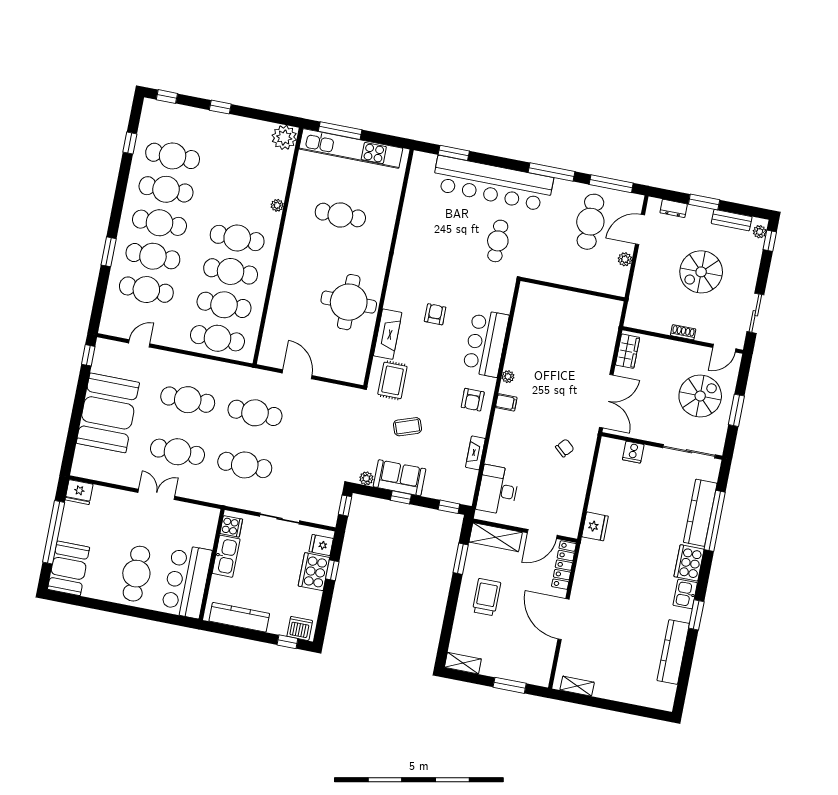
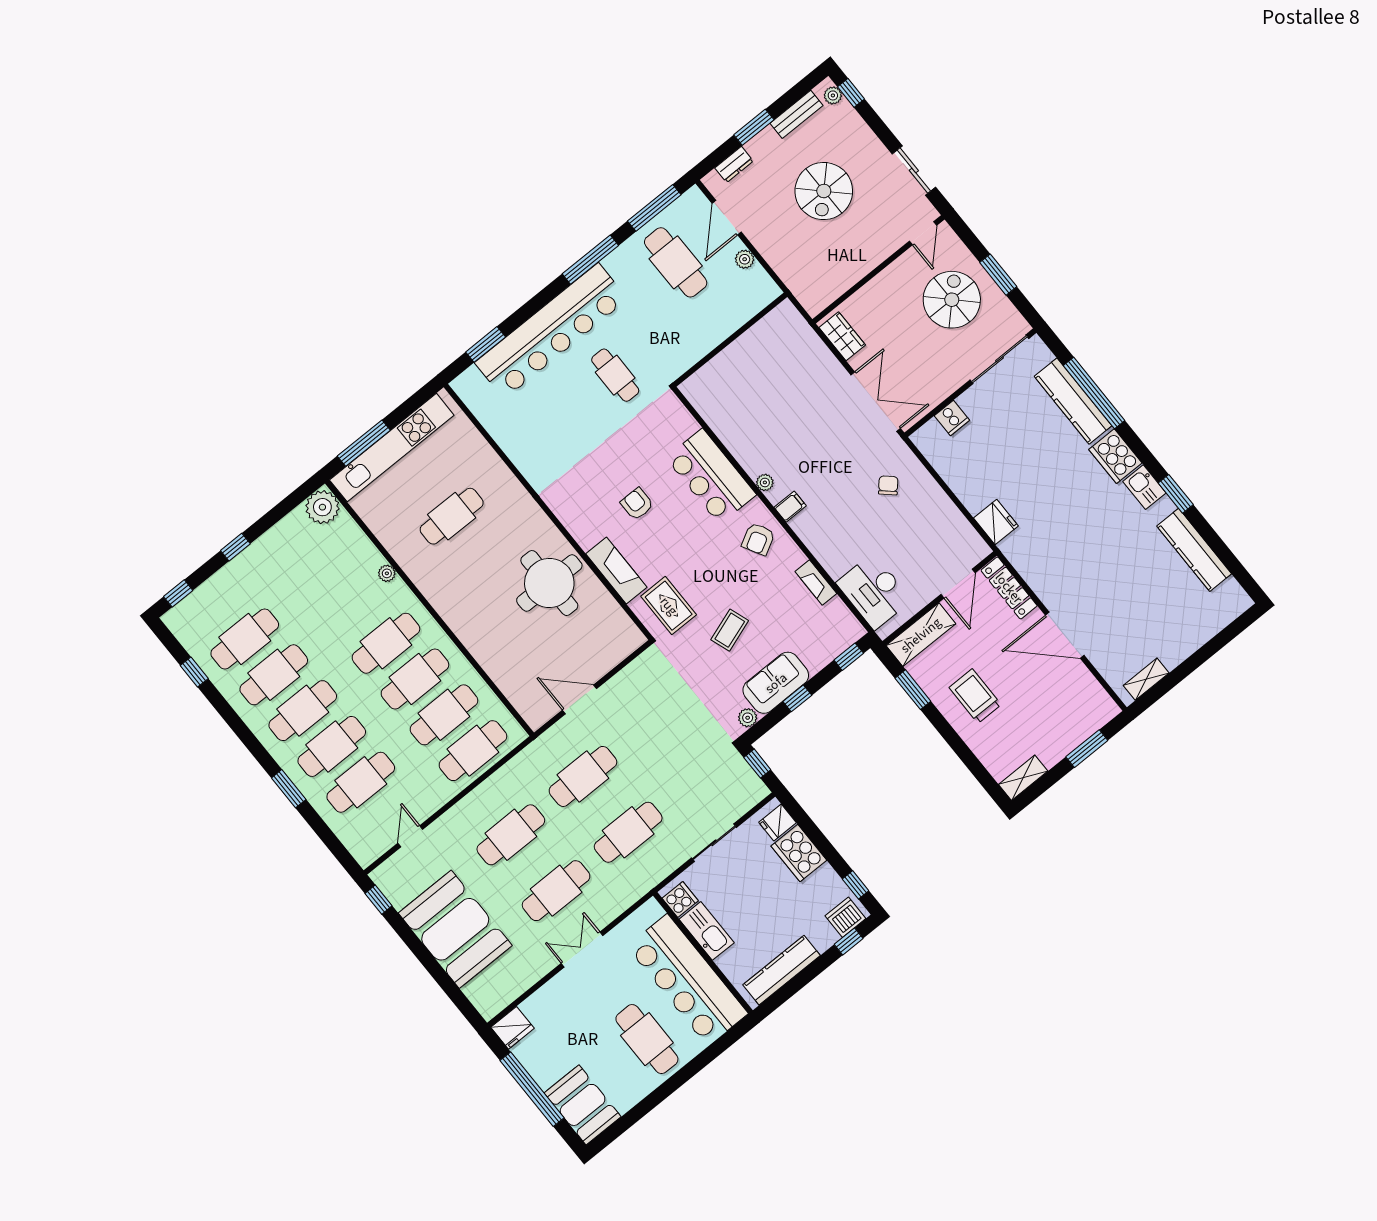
shoe rack: (683, 332) -> (871, 262), removed
armchair: (473, 400) -> (758, 539), turned 61
window: (332, 570) -> (856, 885), moved
bar counter: (187, 581) -> (687, 980), width x1.36

